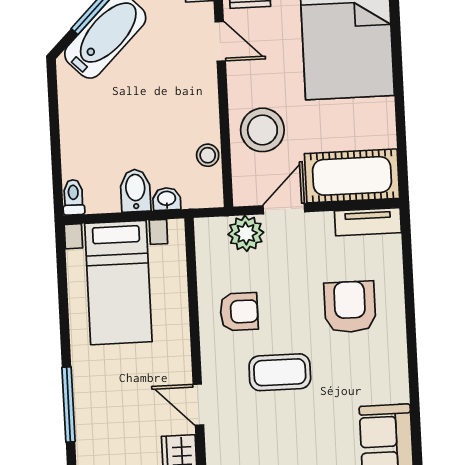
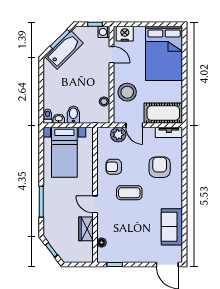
washbasin: (167, 199) -> (59, 119), moved
door: (284, 209) -> (134, 125), swing flipped
armchair: (239, 312) -> (114, 167), turned 180

